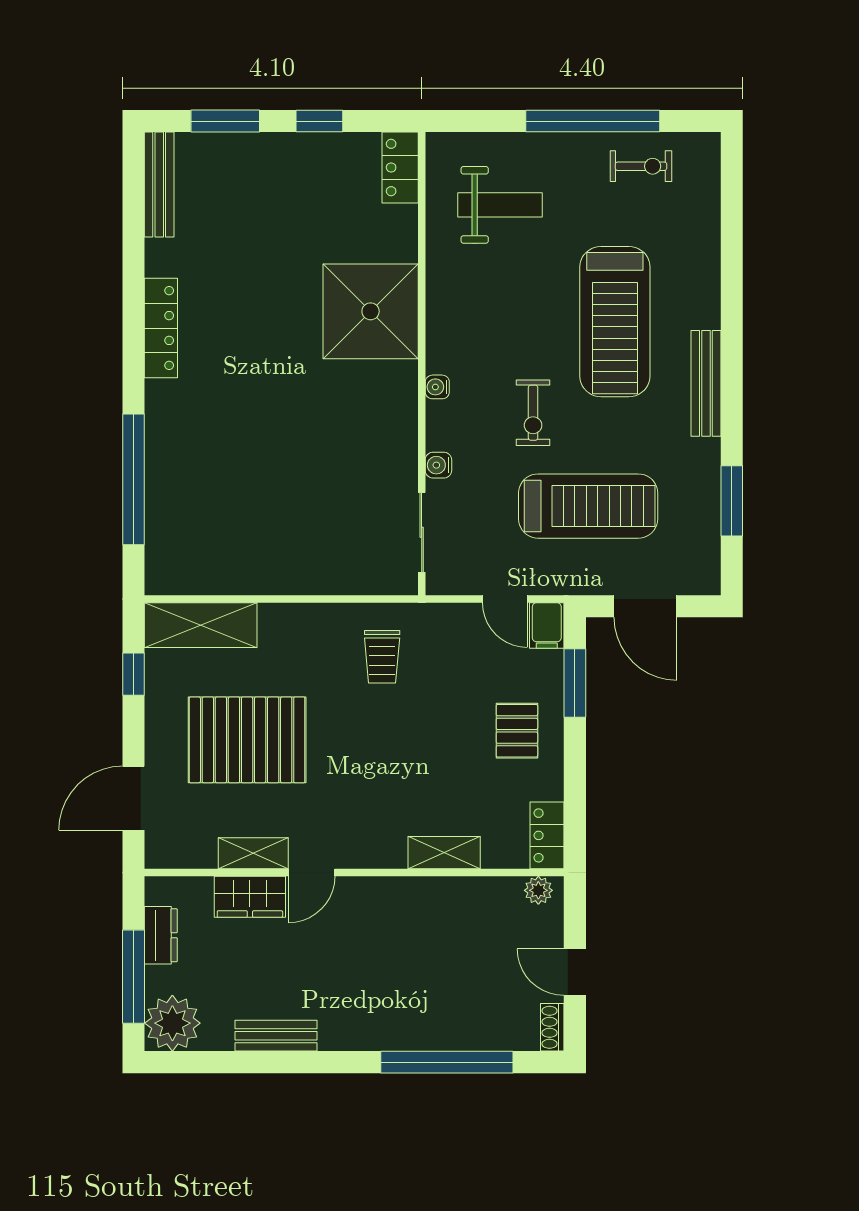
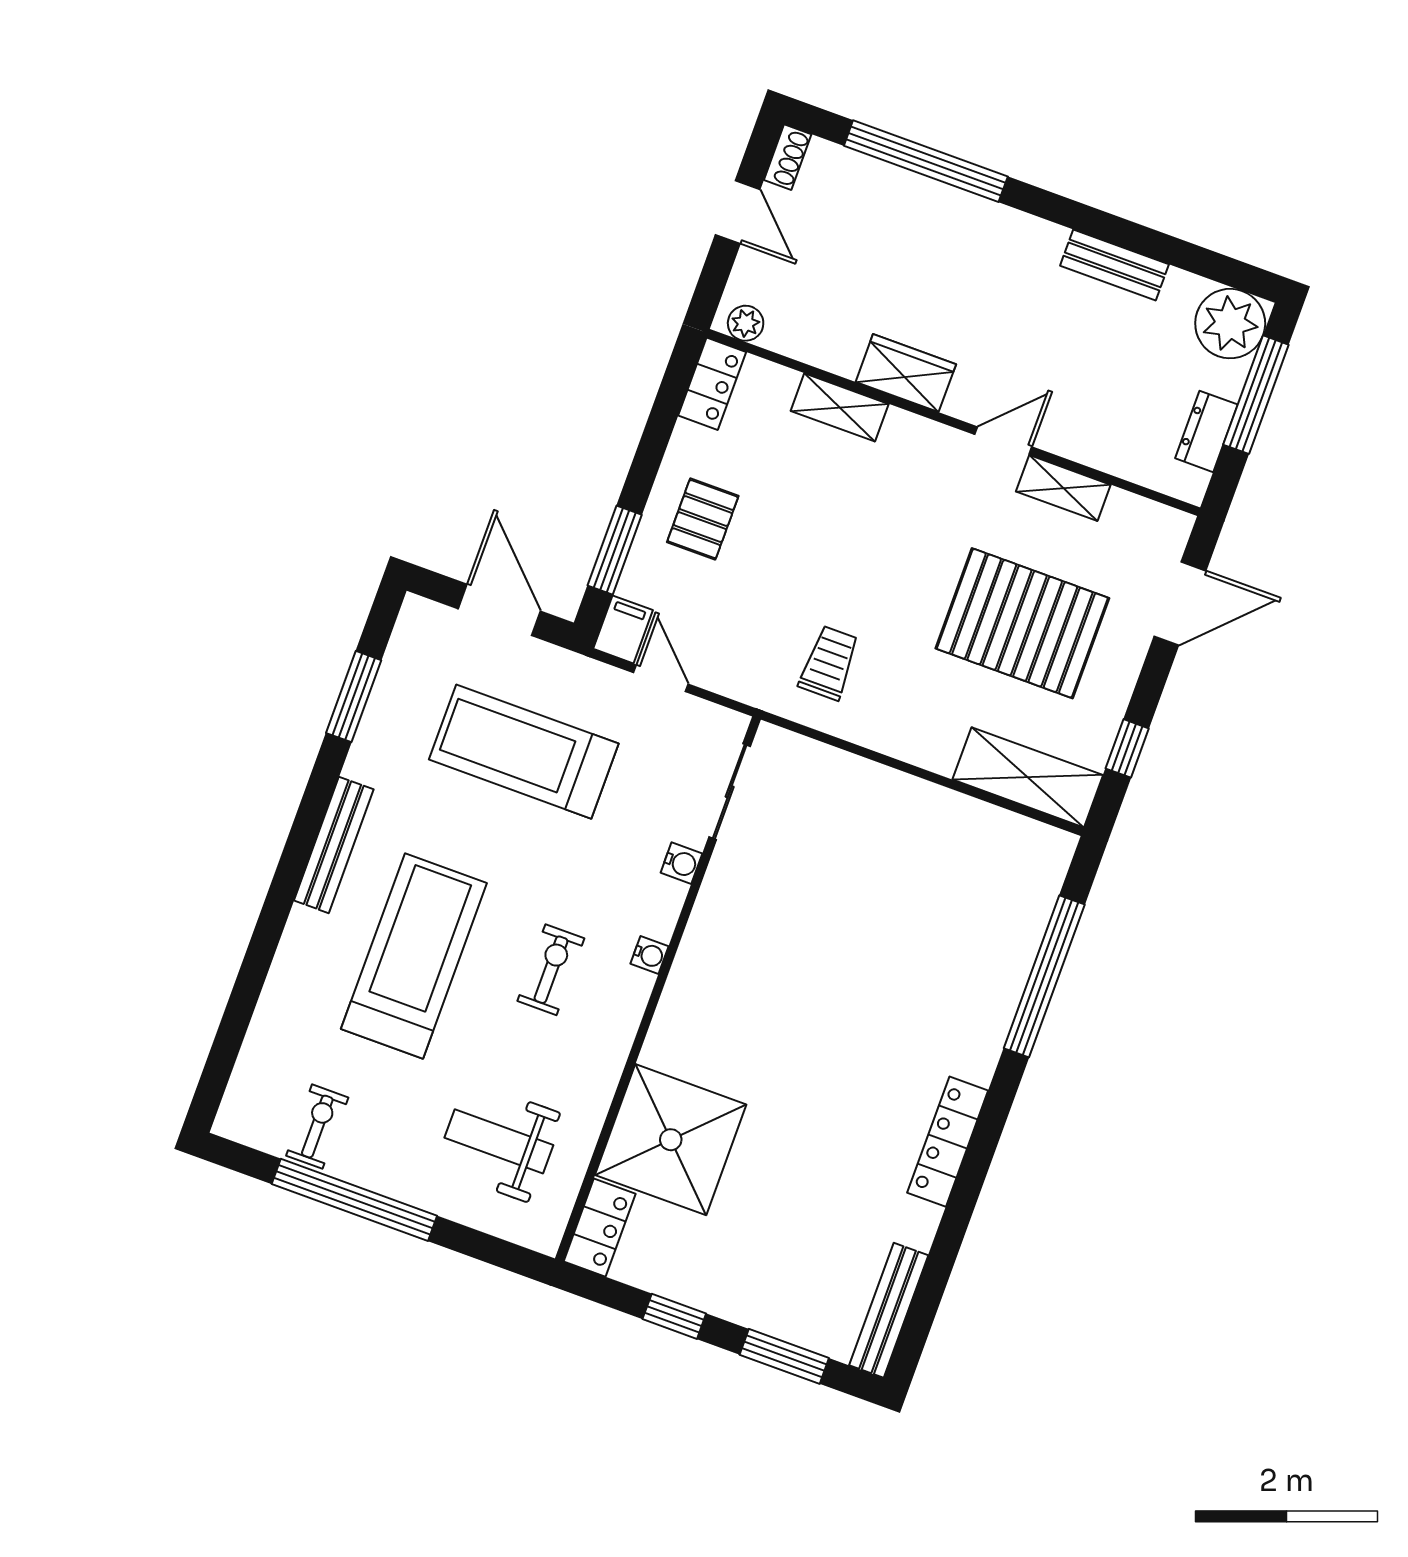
exercise bike: (641, 166) -> (317, 1127), turned 90
shower: (371, 311) -> (671, 1140), moved
exercise bike: (533, 413) -> (551, 970), moved
wardrobe: (250, 897) -> (906, 373), moved

